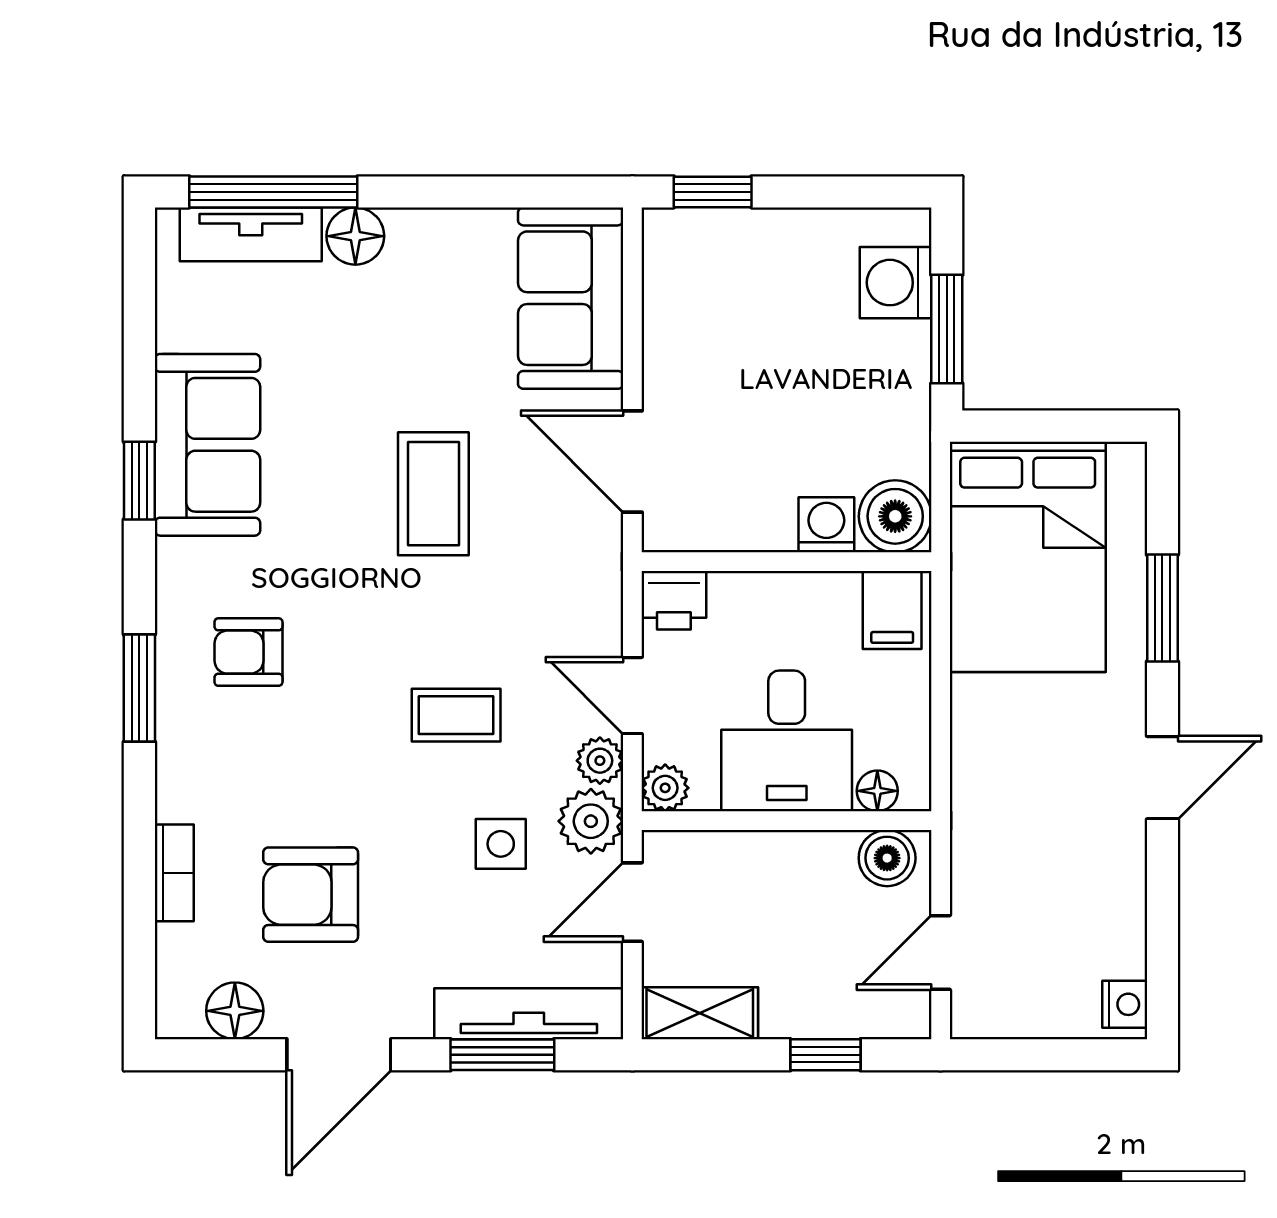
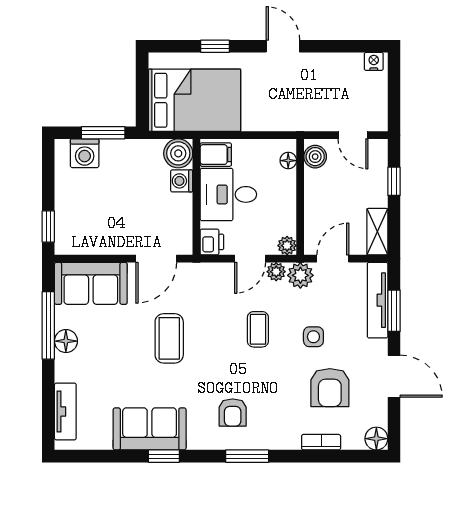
window: (273, 192) -> (48, 325), moved
floor lamp: (355, 236) -> (66, 341), moved
coffee table: (433, 494) -> (169, 338), turned 90
window: (1162, 608) -> (215, 46), width x0.67
desk: (787, 741) -> (228, 194), moved, turned 180
side table: (501, 844) -> (313, 337), moved
door: (632, 902) -> (333, 259), swing flipped
floor lamp: (235, 1011) -> (376, 439), moved

